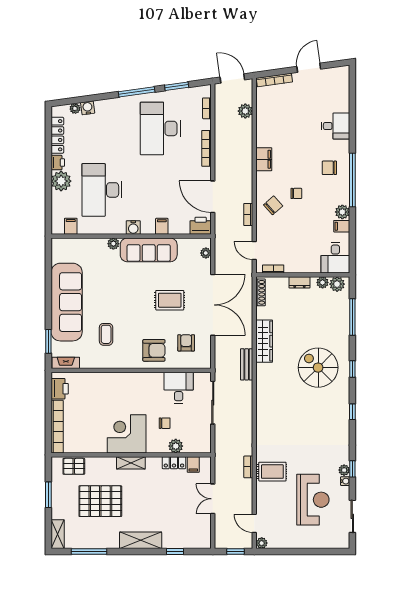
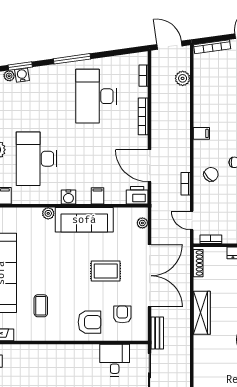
window: (177, 86) -> (20, 66), moved
filing cabinet: (264, 159) -> (201, 133), width x0.50
bench: (247, 364) -> (157, 333), moved

